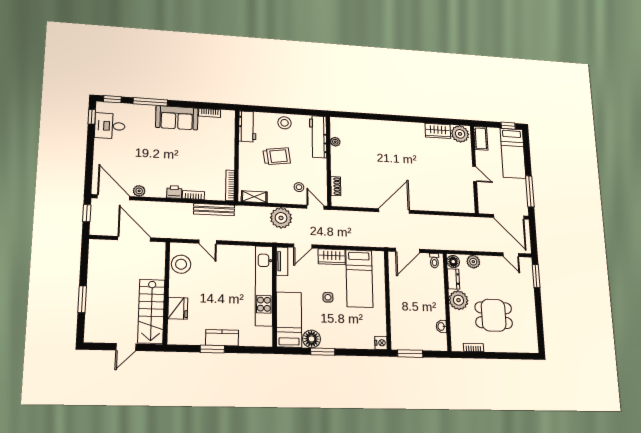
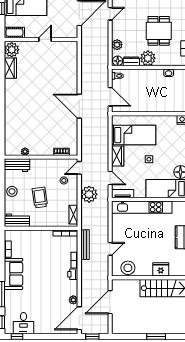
workbench: (318, 137) -> (17, 165), width x0.73

